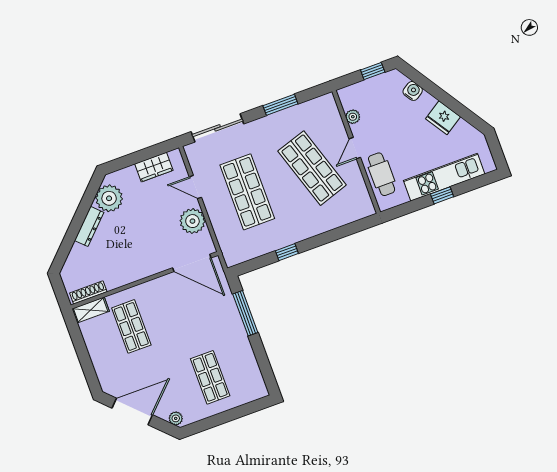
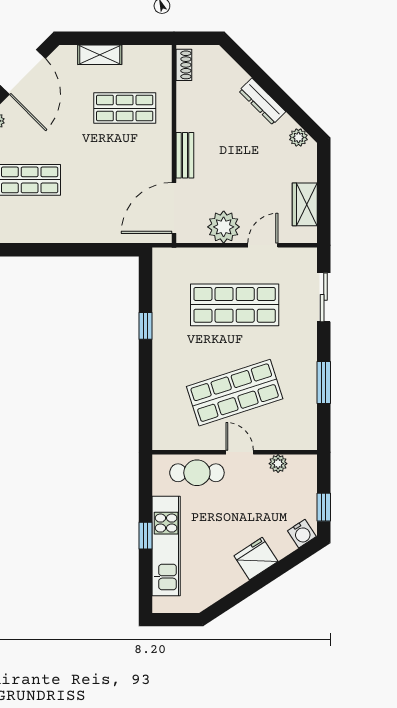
water cooler: (413, 91) -> (302, 534), moved
fridge: (443, 118) -> (256, 559), moved
sliding door: (217, 128) -> (324, 297), width x0.73
plant: (109, 198) -> (298, 137), width x0.53, depth x0.53
bench: (150, 269) -> (185, 155), added
shoe rack: (88, 292) -> (184, 65), width x0.70
shelving: (91, 310) -> (100, 55), moved, turned 90
window: (245, 313) -> (91, 250), removed

